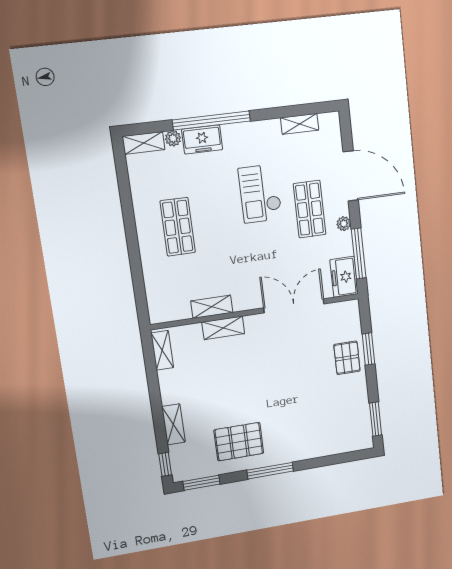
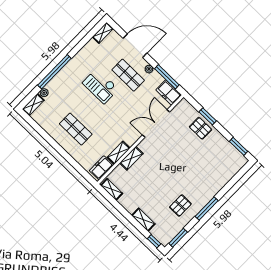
shelving: (300, 124) -> (103, 33), moved
freezer: (202, 140) -> (101, 168), moved, turned 180
pallet: (239, 442) -> (180, 206), width x0.67, depth x0.71

